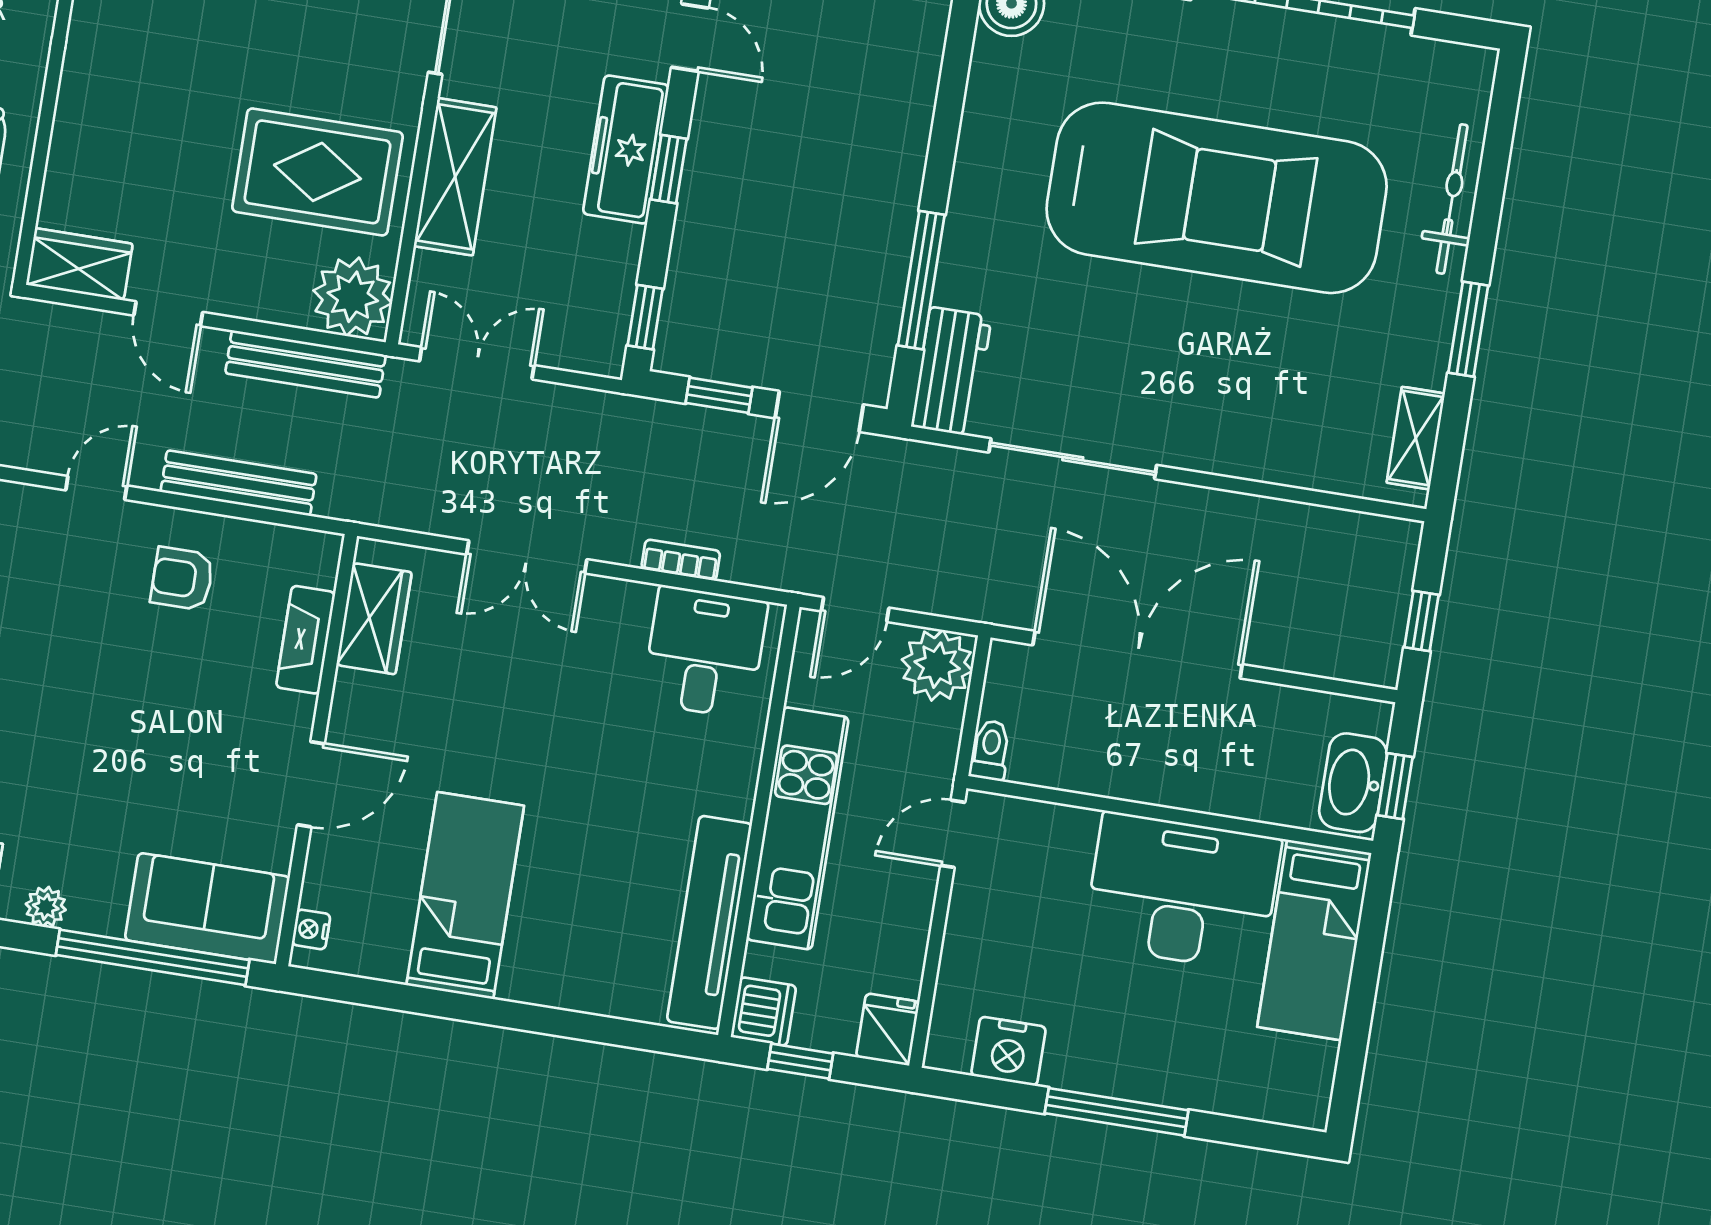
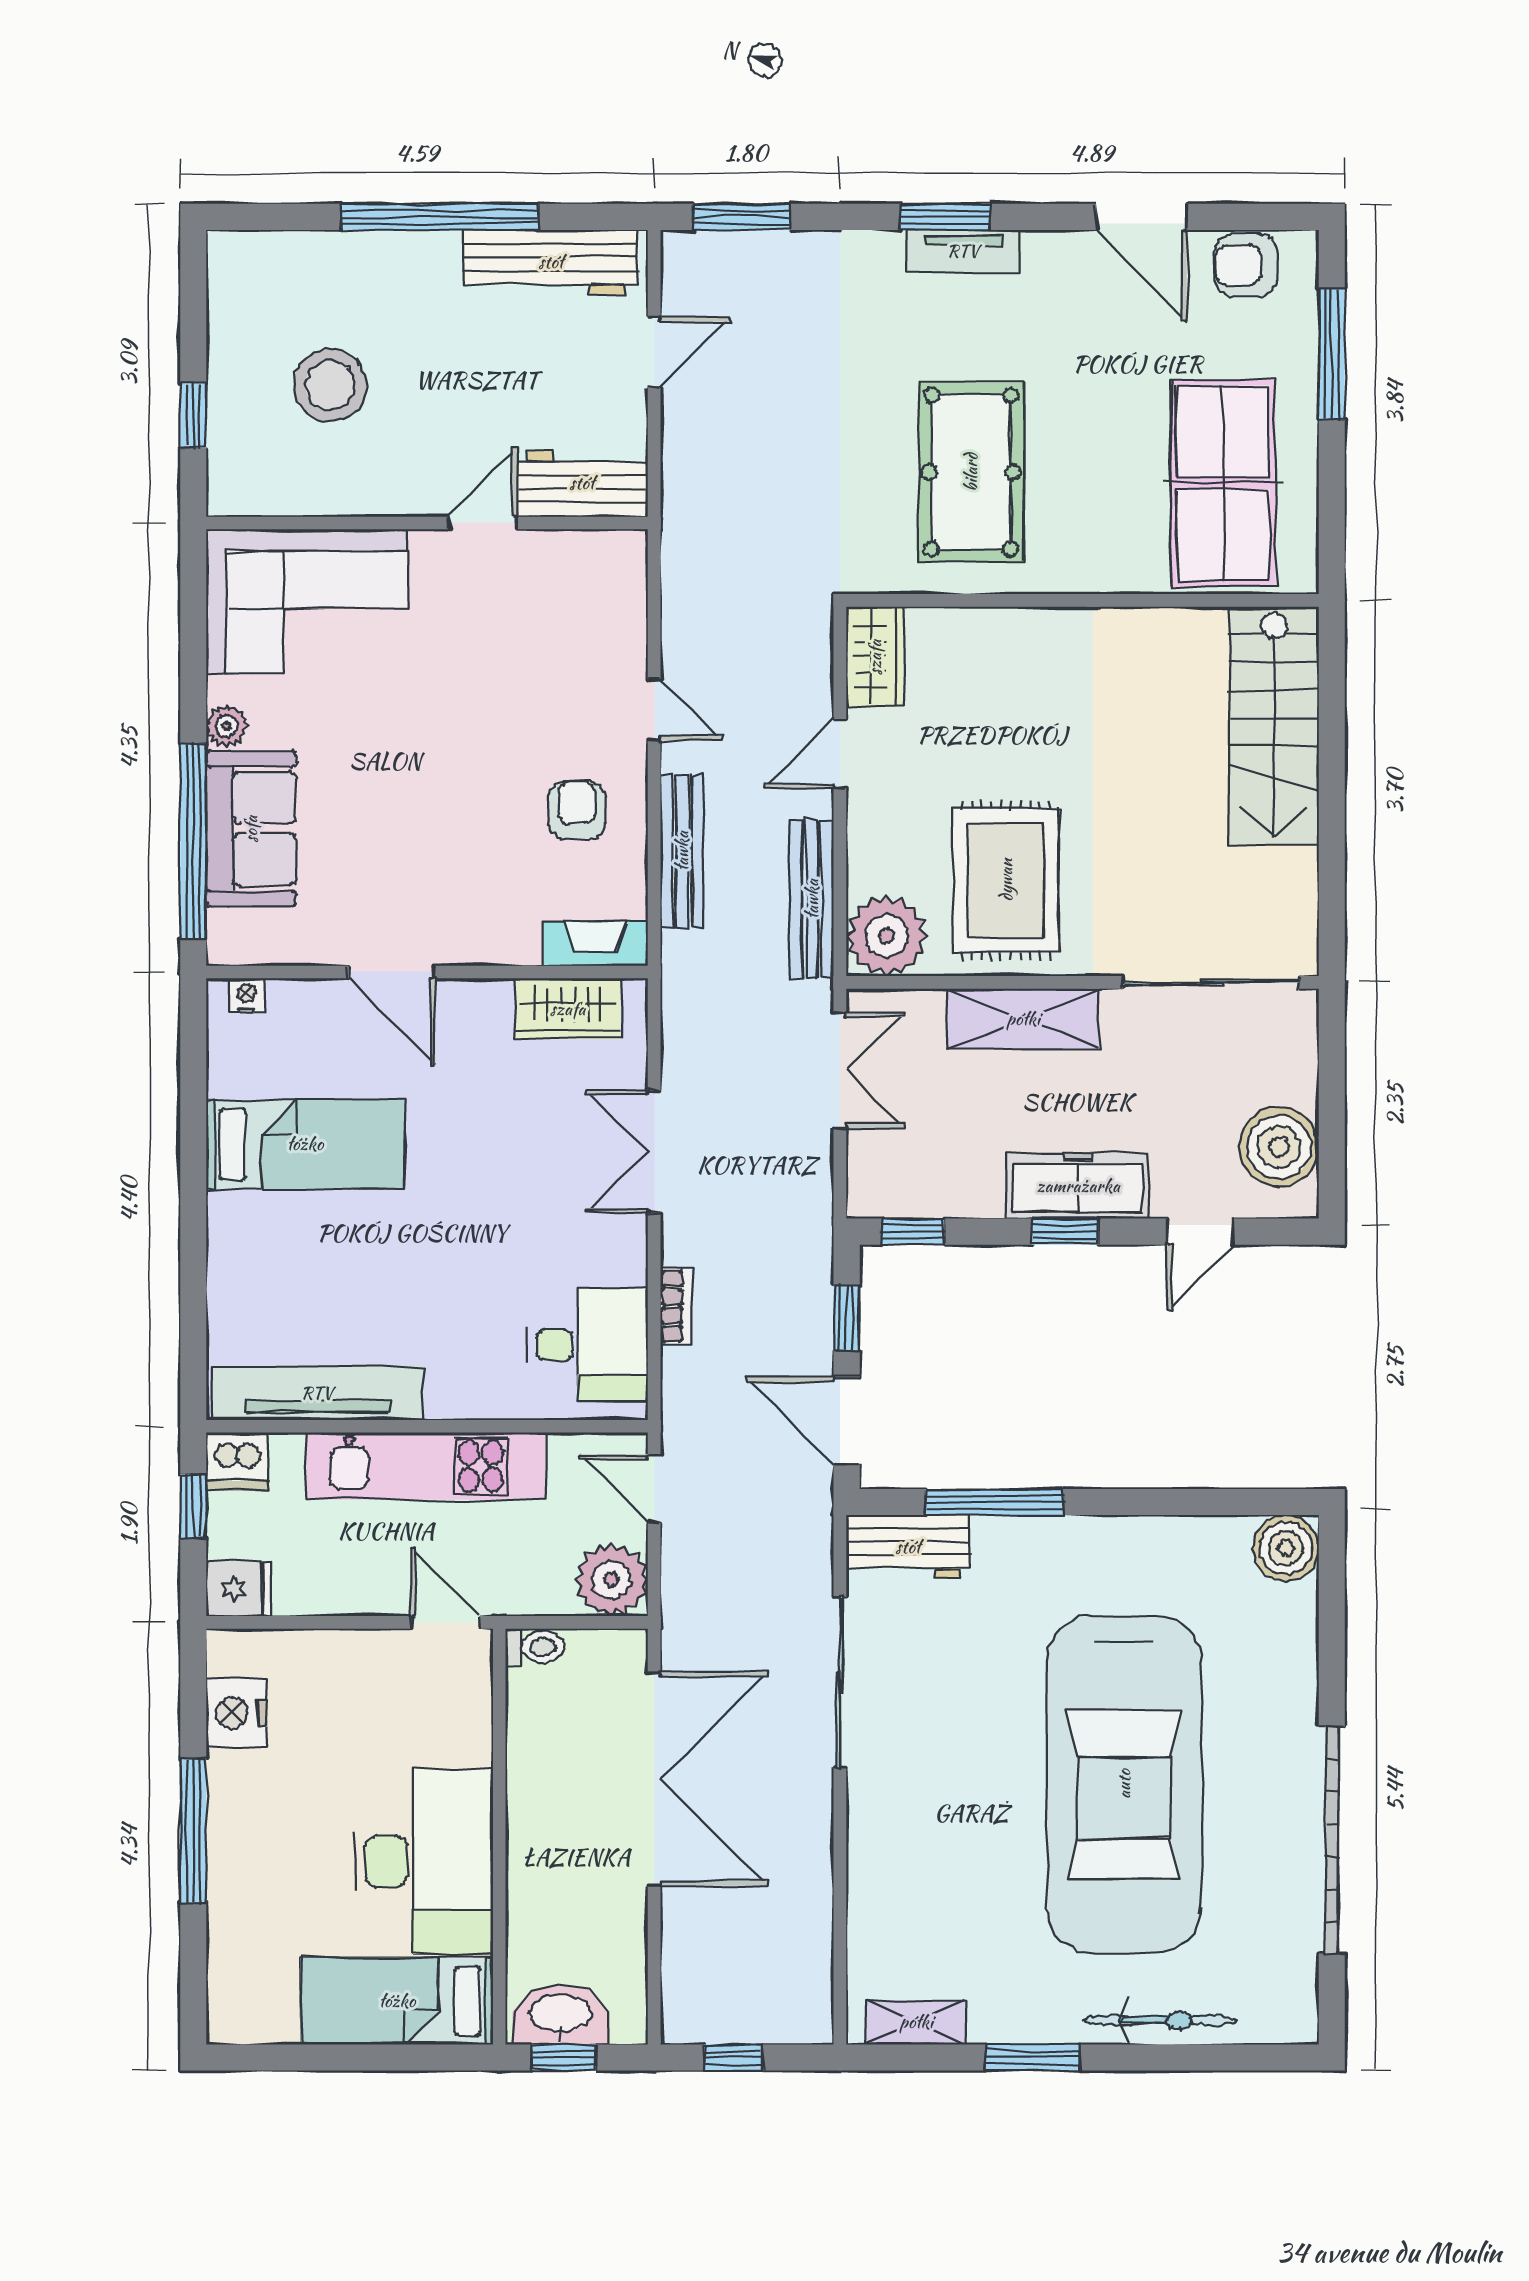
fireplace: (306, 640) -> (596, 943), moved
sofa: (207, 908) -> (251, 829), moved

